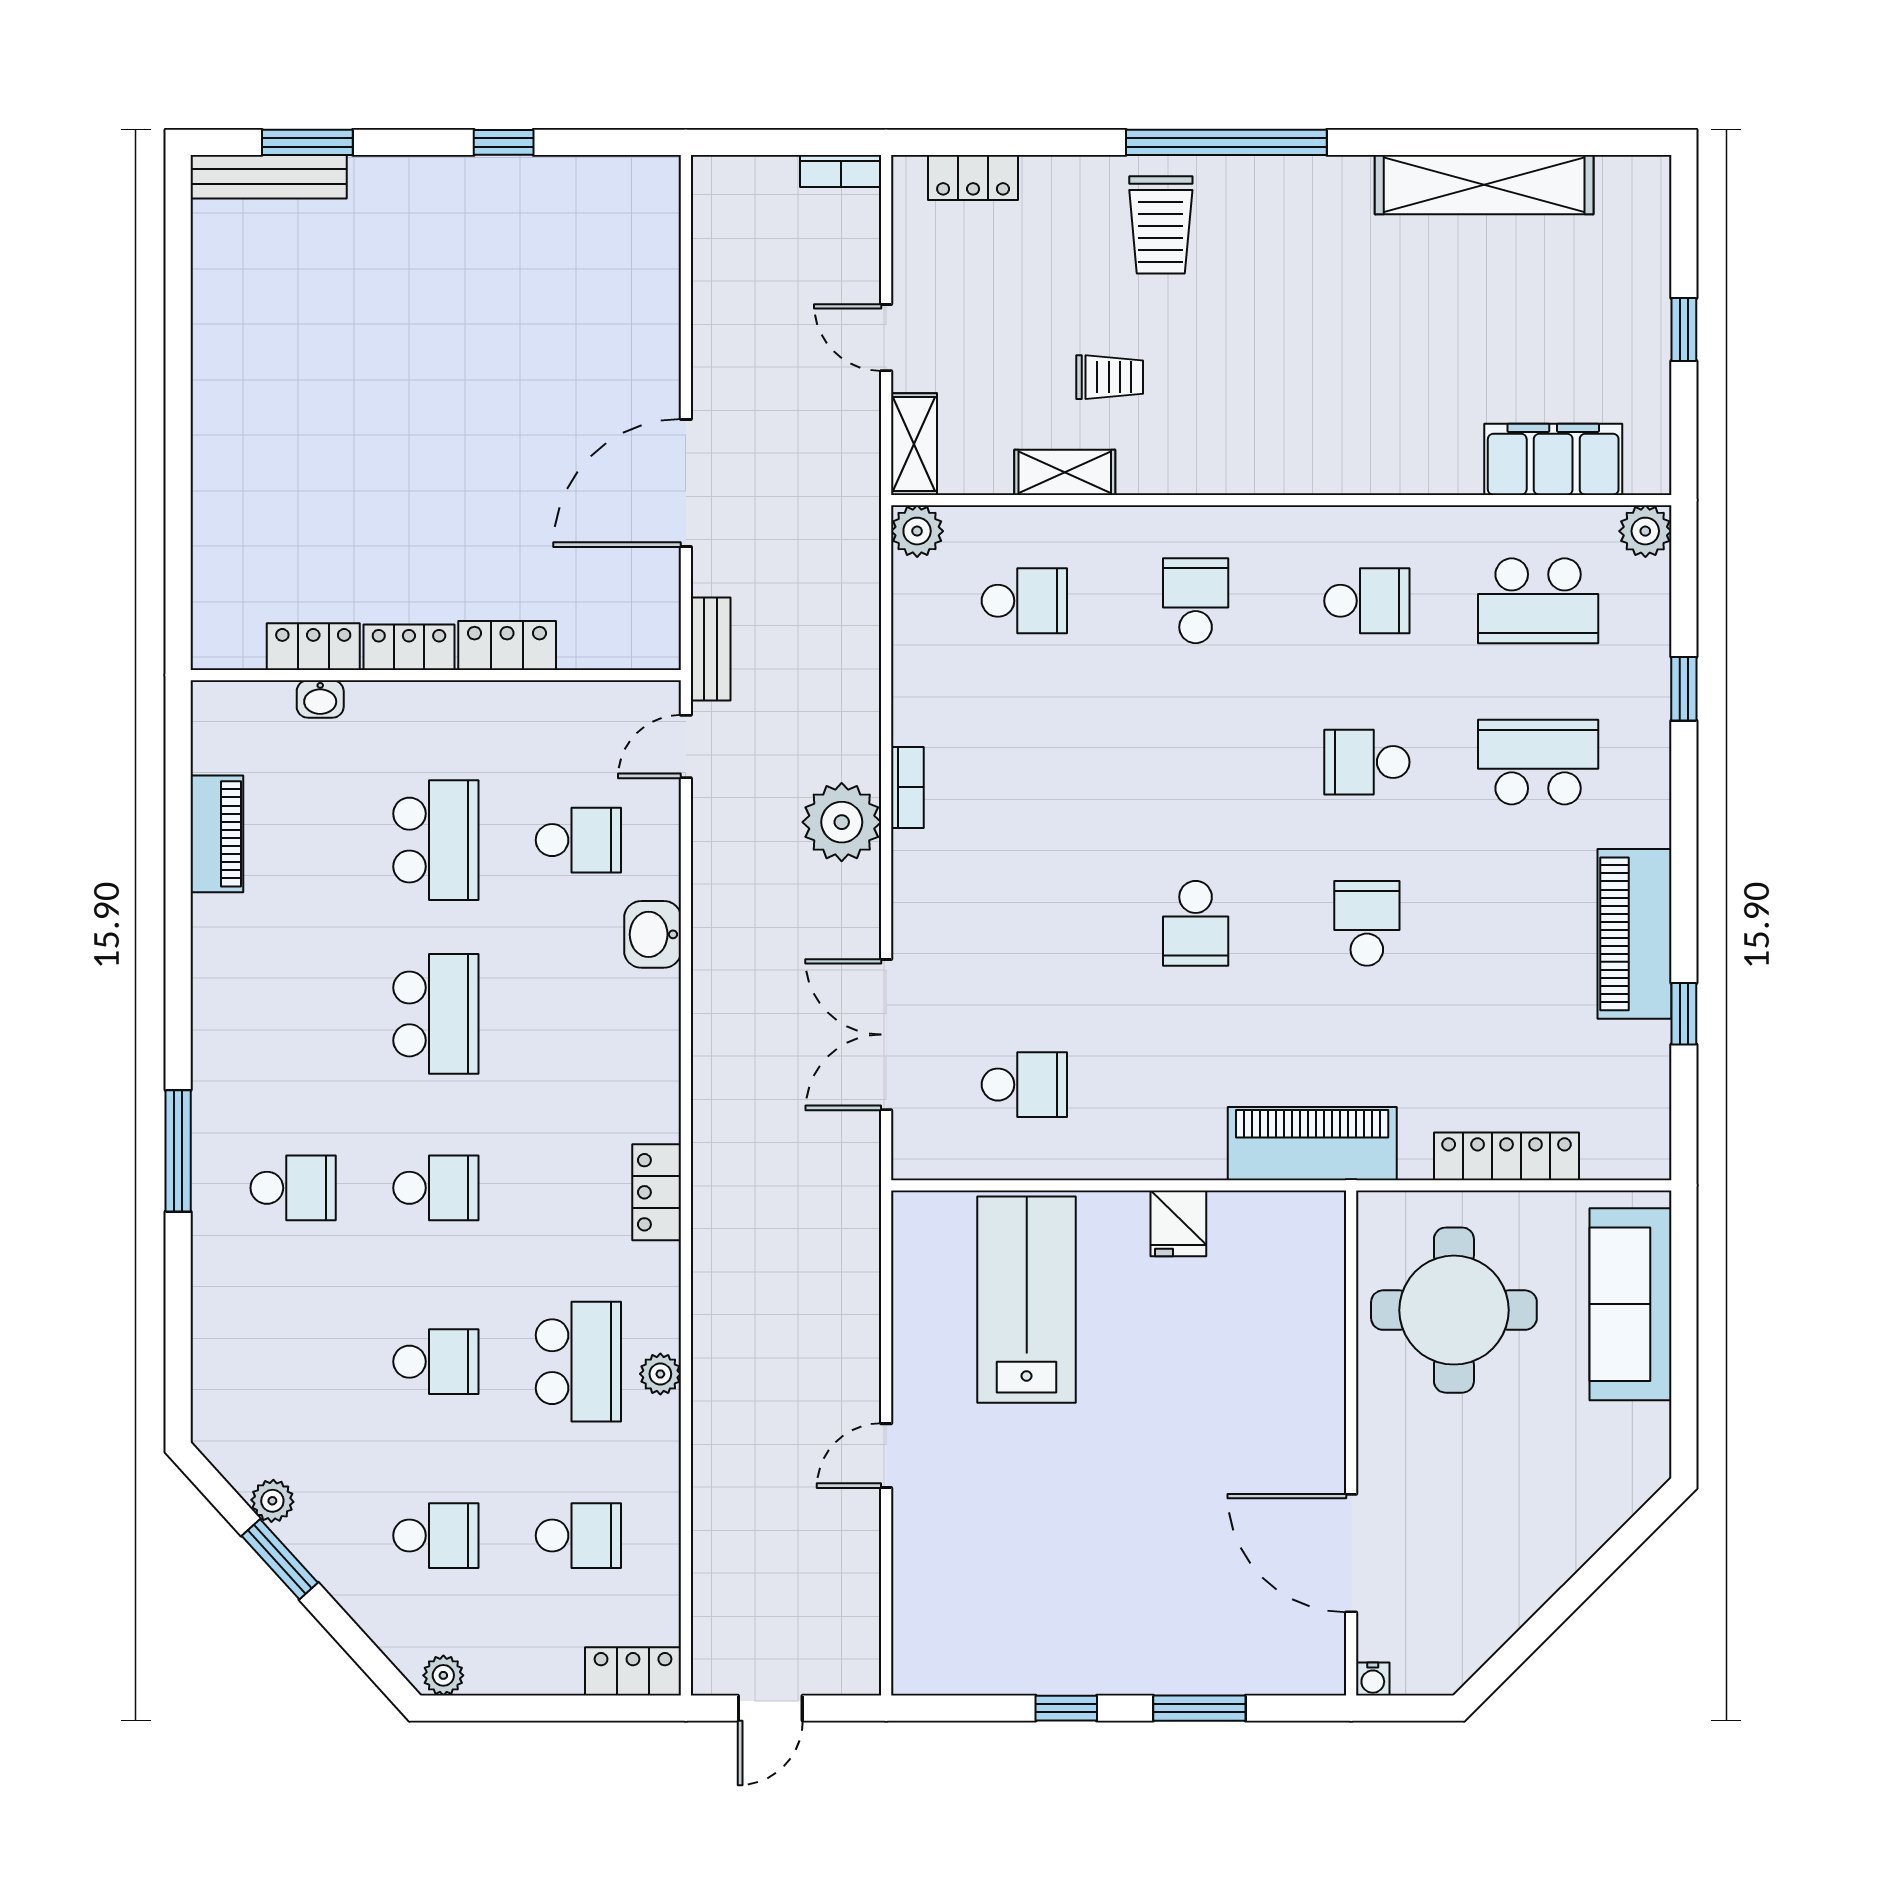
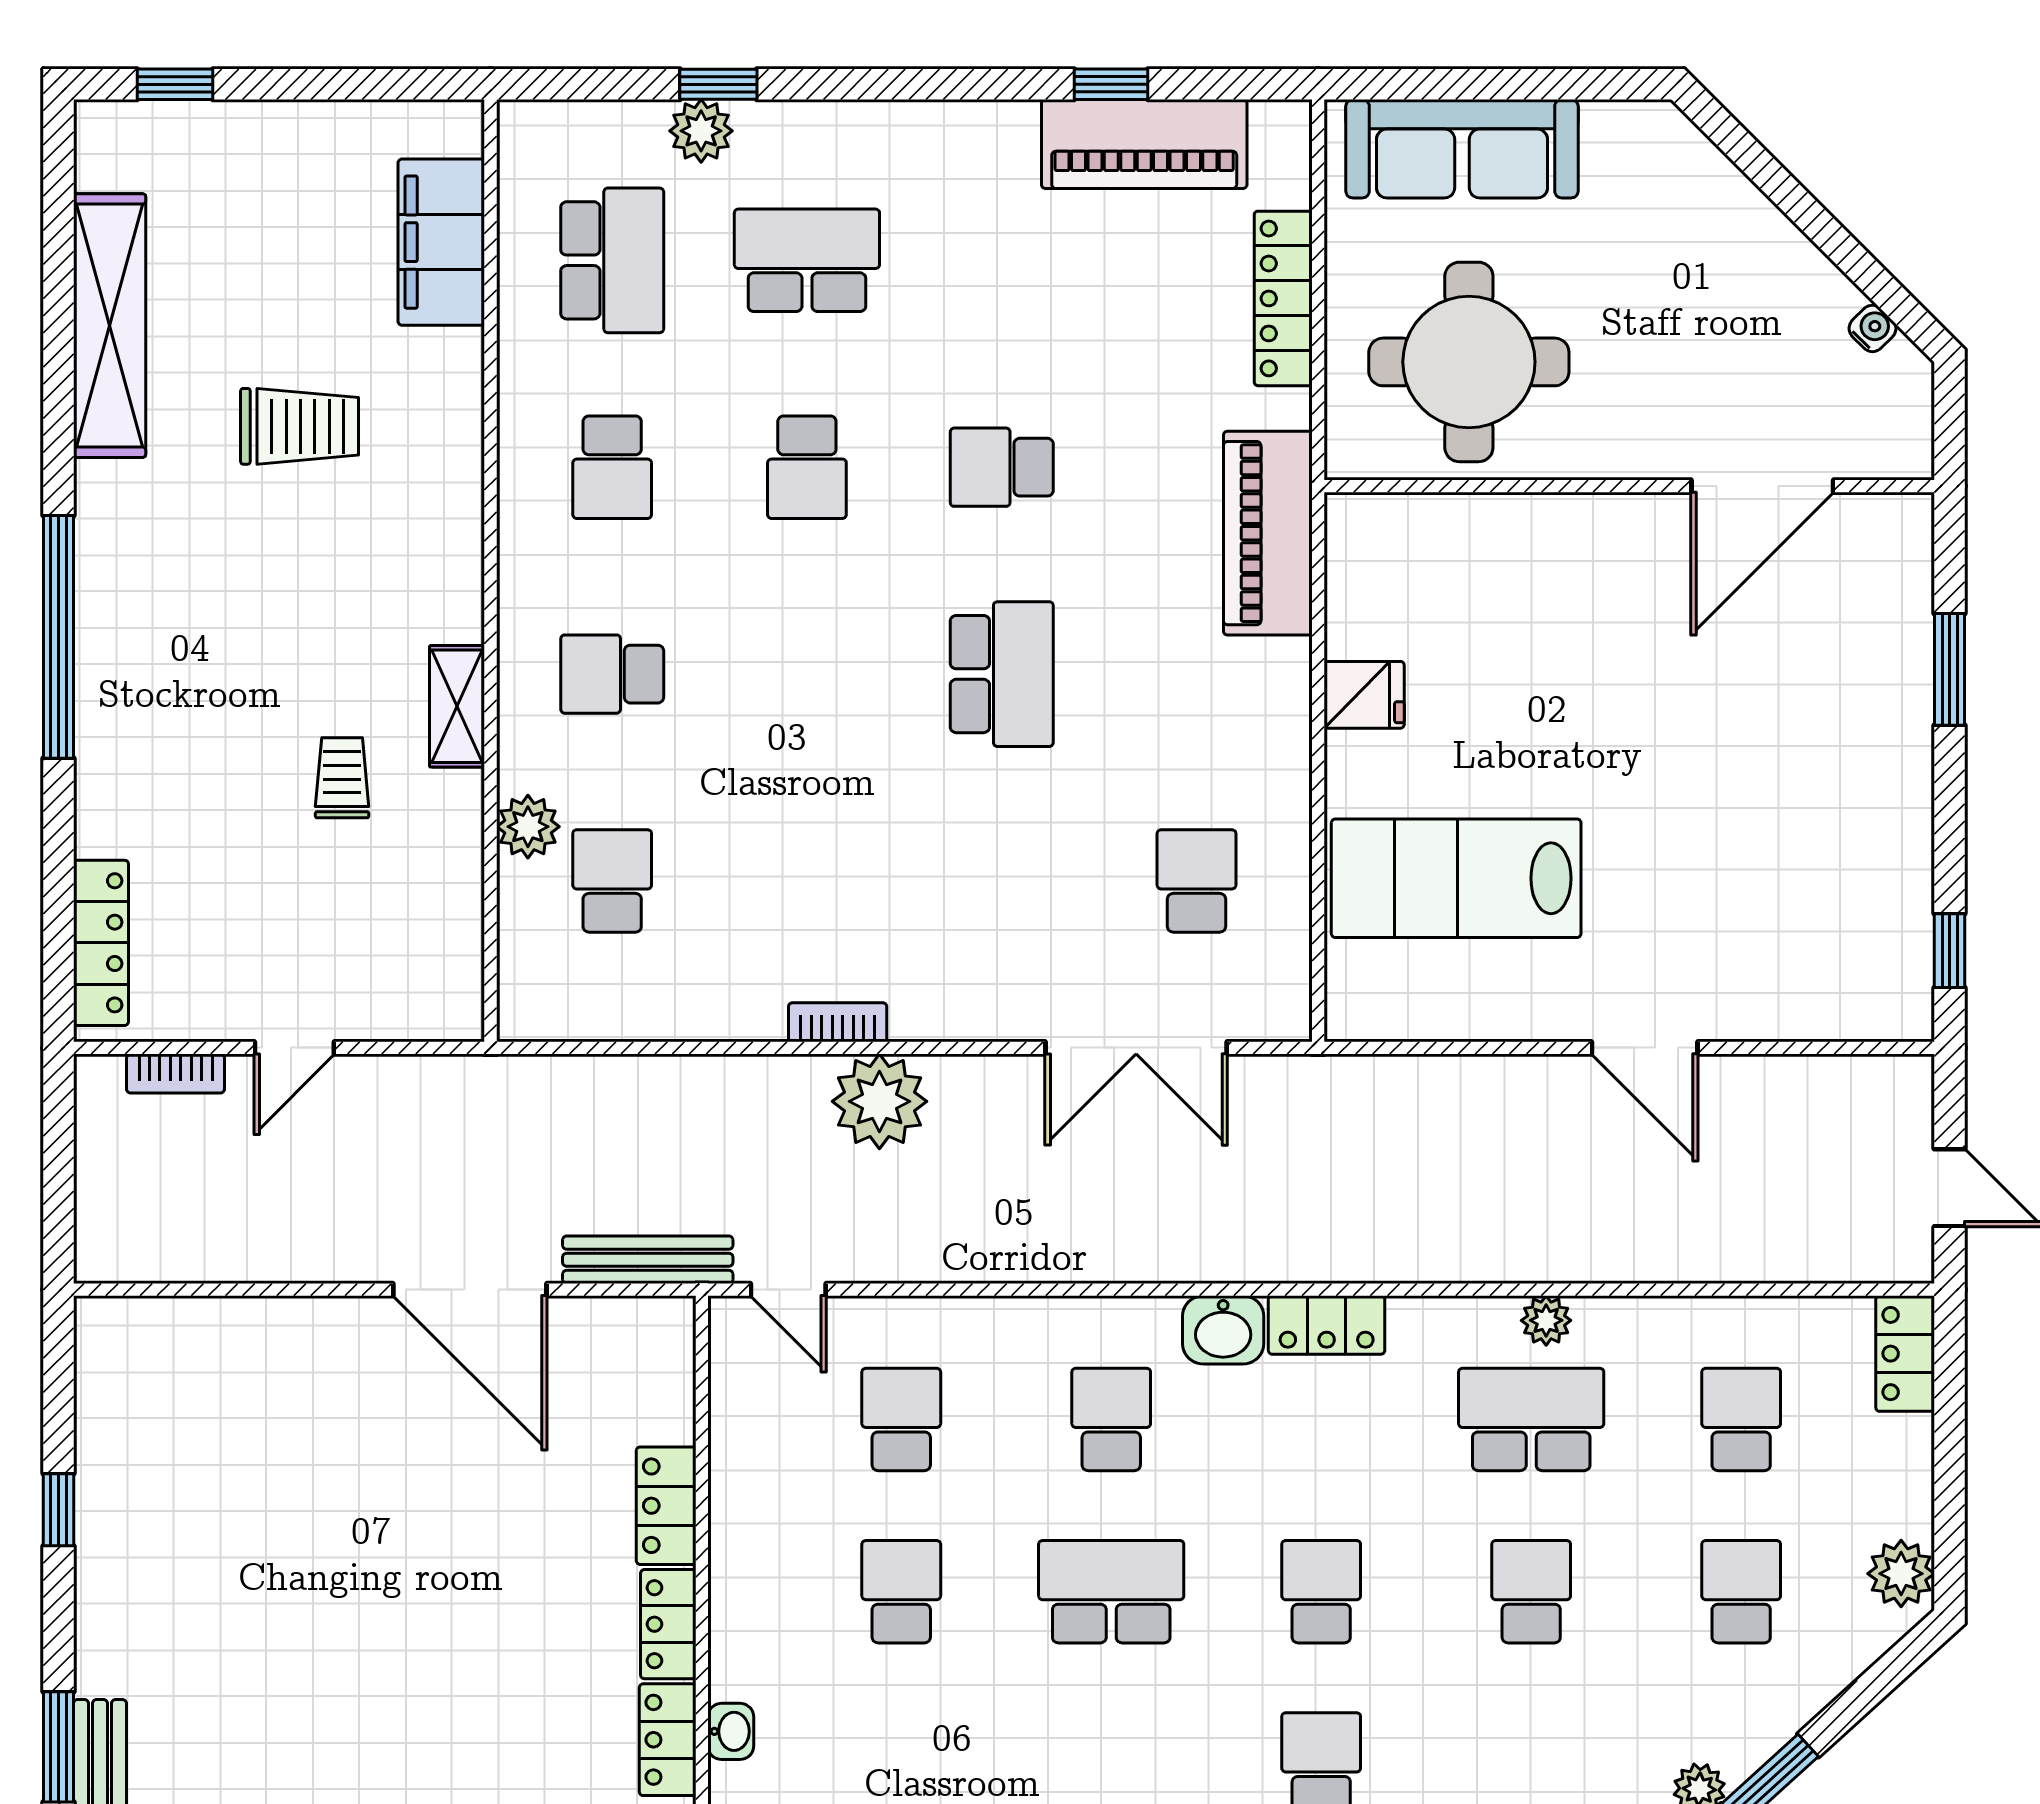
bookcase: (841, 171) -> (176, 1074), moved, turned 90
locker: (973, 178) -> (101, 943), width x1.53
trolley: (1161, 225) -> (300, 426), moved
window: (1684, 330) -> (175, 84), moved
shelving: (914, 444) -> (423, 1014), removed
shelving: (1065, 472) -> (457, 706), moved
plant: (917, 531) -> (528, 827), moved
plant: (1645, 531) -> (701, 131), moved
school desk: (1367, 601) -> (612, 467), turned 180
bench: (711, 649) -> (648, 1260), width x1.36
school desk: (1538, 762) -> (807, 260), turned 90
school desk: (436, 840) -> (901, 1592), width x0.54
school desk: (1196, 923) -> (1002, 674), width x1.85
washbasin: (653, 934) -> (1223, 1330), moved
piano: (1634, 934) -> (1144, 144), moved
school desk: (578, 1014) -> (1111, 1419), added
door: (886, 1456) -> (1645, 1048), width x1.38
plant: (443, 1675) -> (1901, 1574), width x1.38, depth x1.38
water cooler: (1373, 1679) -> (1873, 328), moved, turned -45
window: (1066, 1708) -> (1950, 951), moved

